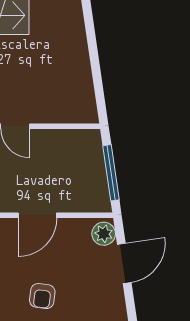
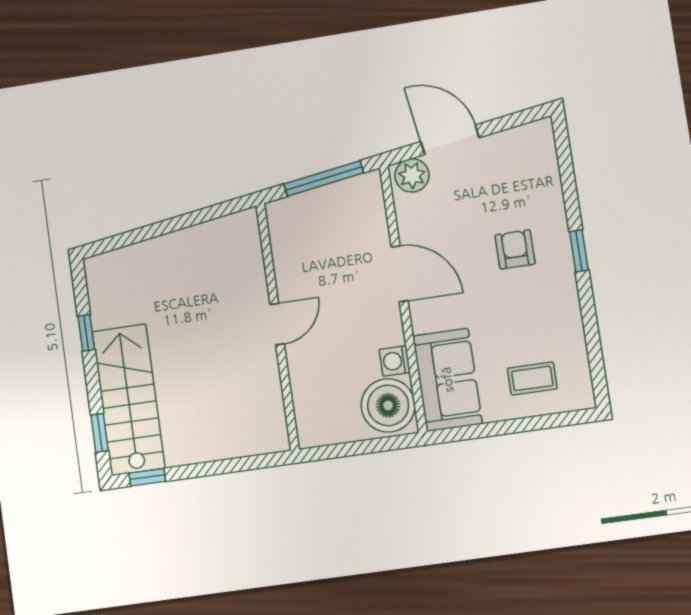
armchair: (42, 296) -> (515, 249), turned -97

